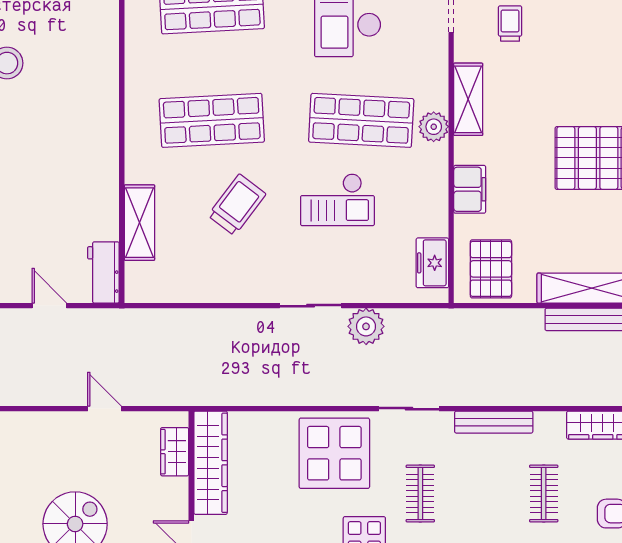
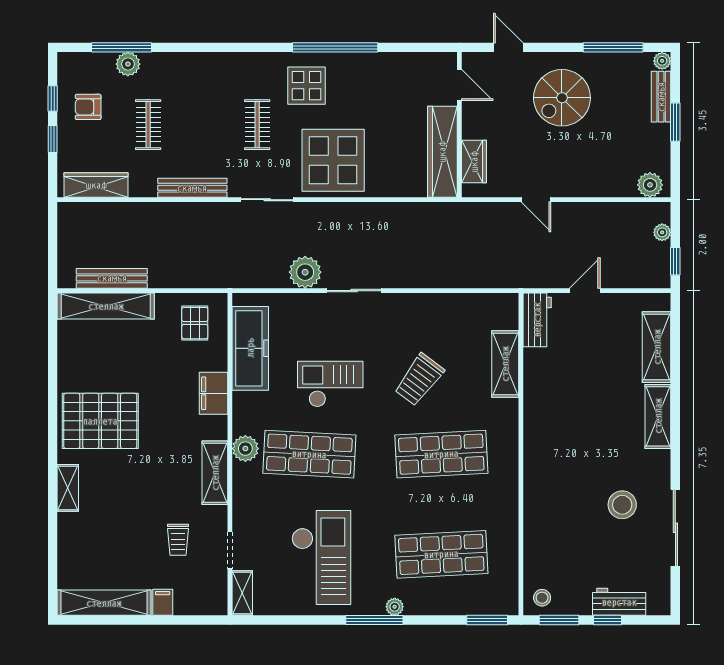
freezer: (432, 263) -> (250, 348), width x1.91, depth x1.26
pallet: (491, 269) -> (195, 323), width x0.67, depth x0.71
door: (49, 306) -> (585, 291), swing flipped

